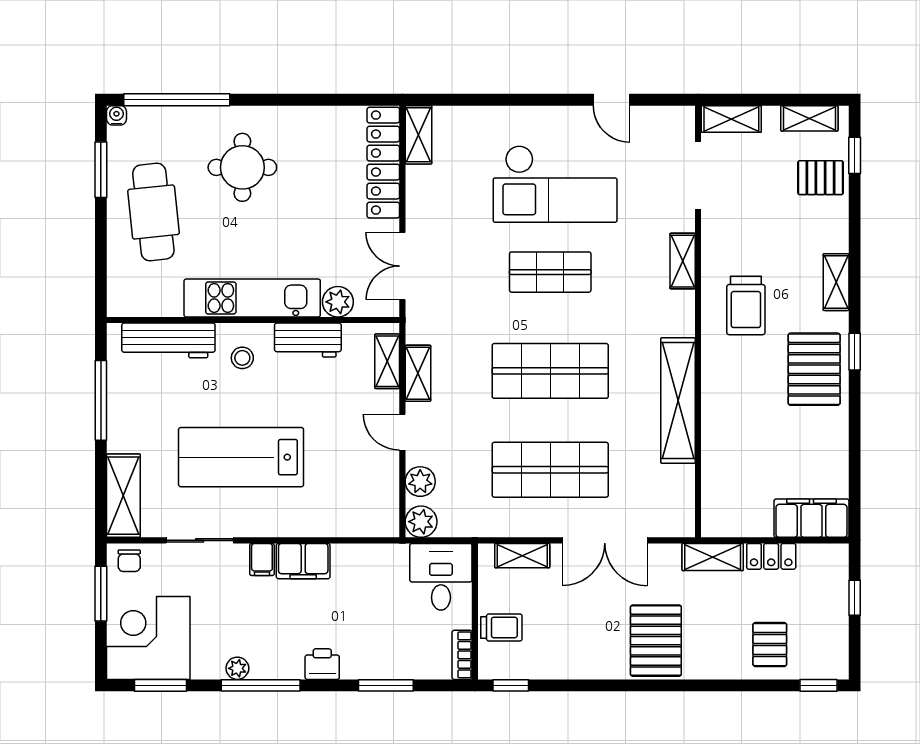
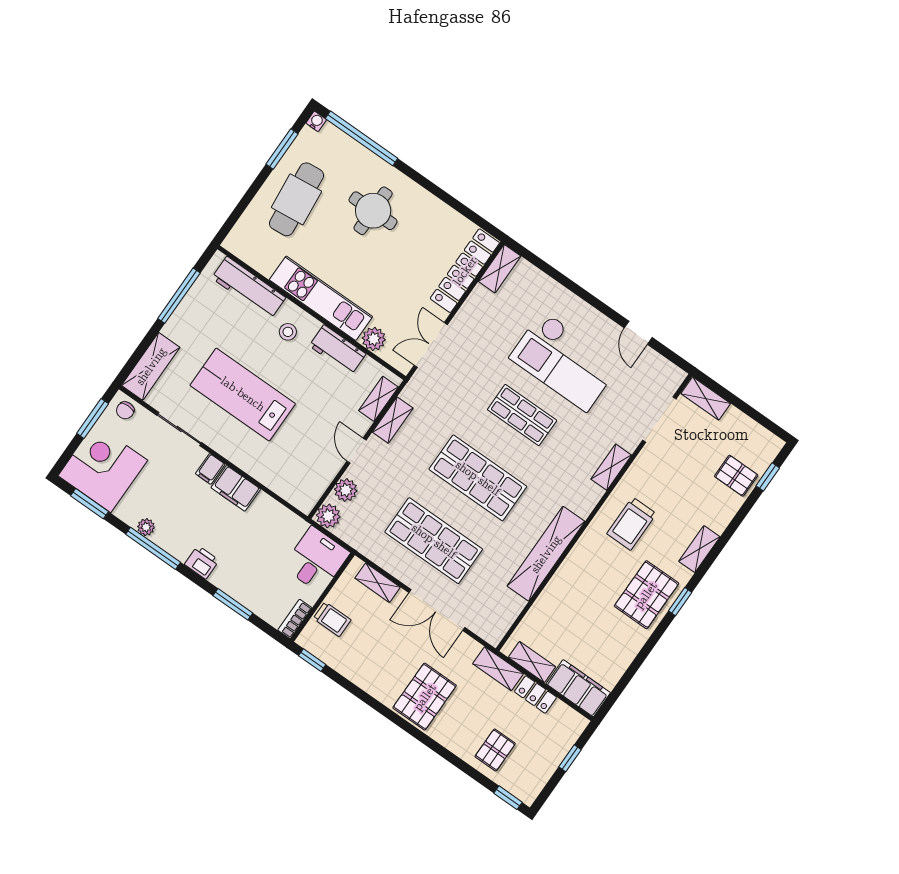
shelving: (809, 118) -> (532, 662), moved

